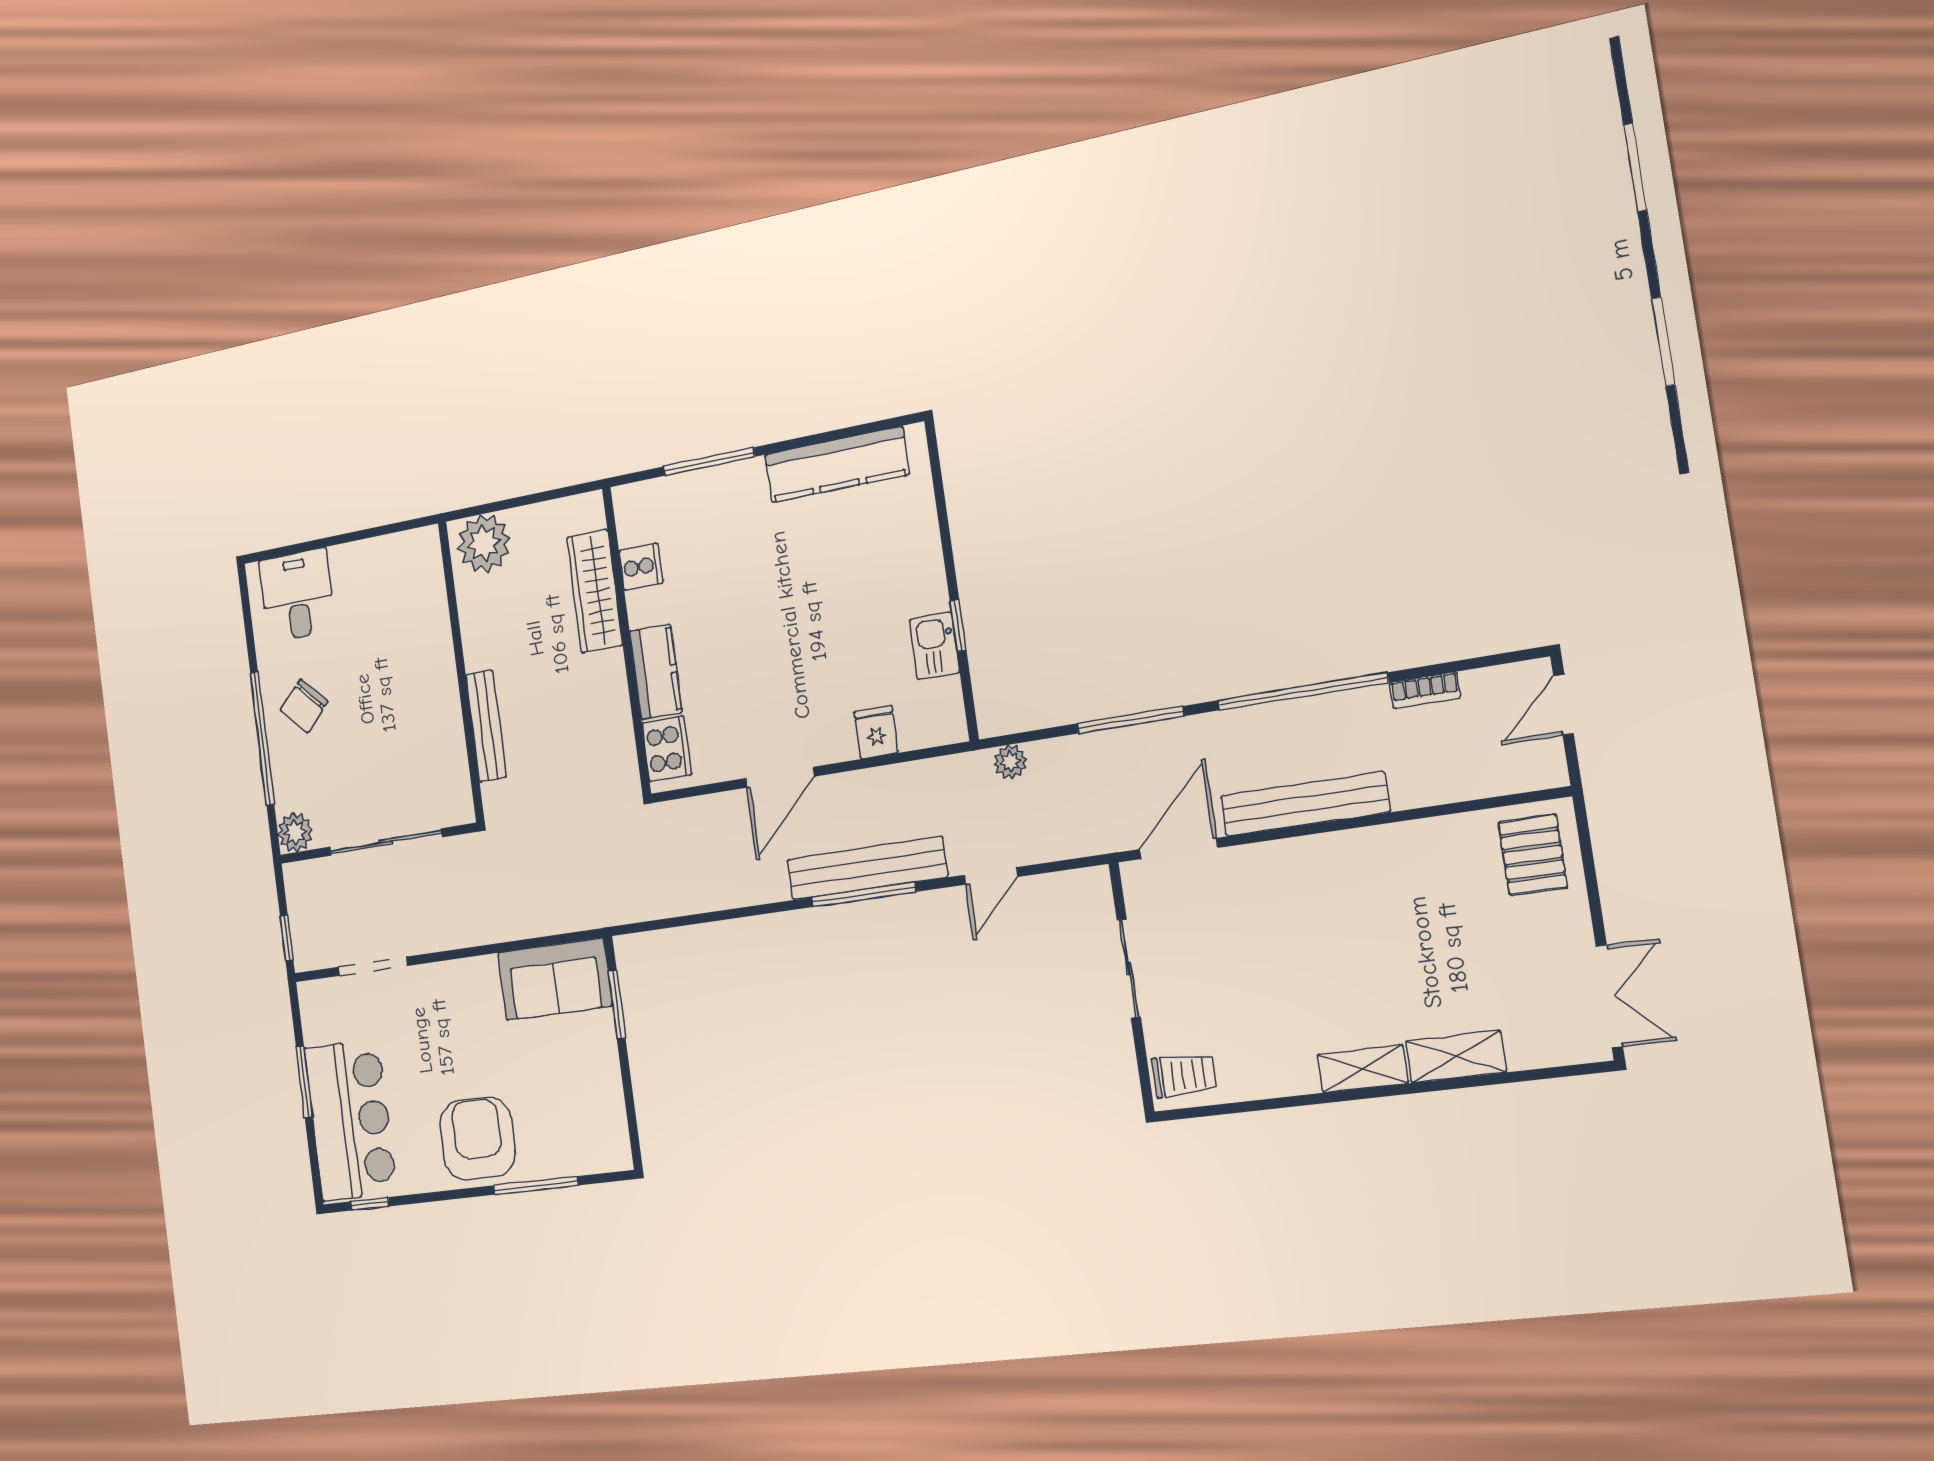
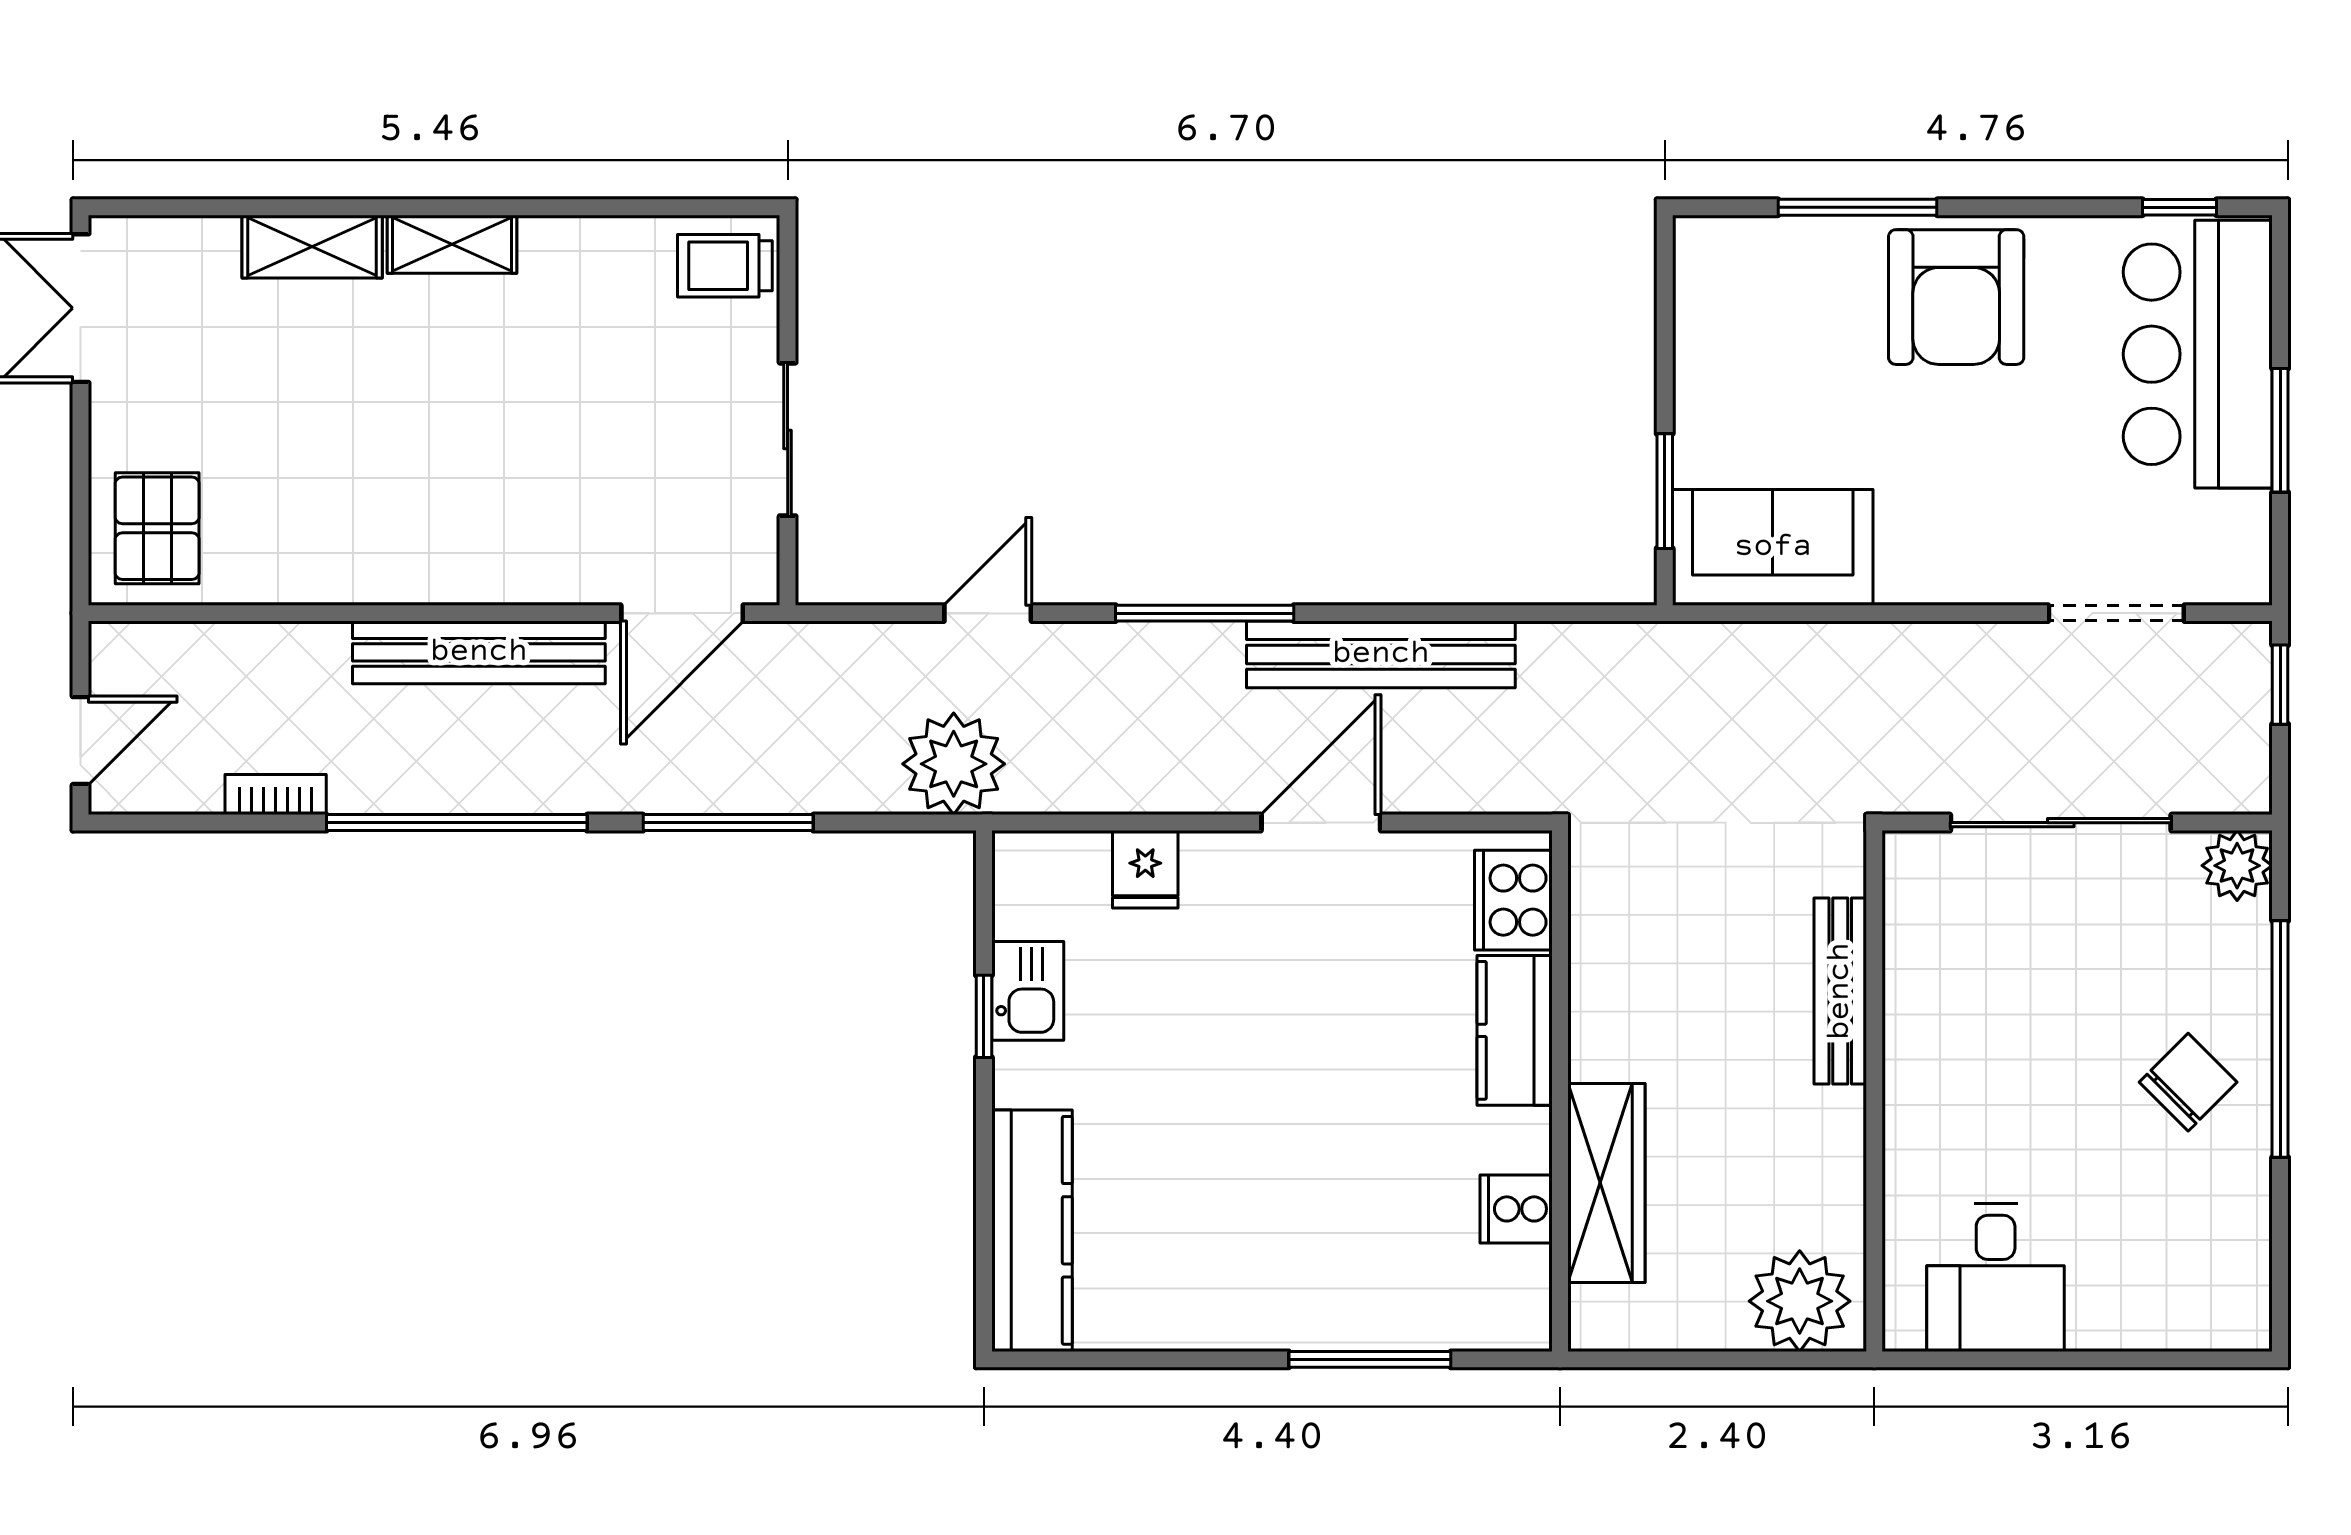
kitchen counter: (837, 464) -> (1032, 1230), moved, turned 90
desk: (297, 595) -> (1996, 1277), moved
plant: (1010, 762) -> (954, 764), width x1.88, depth x1.88
bench: (867, 868) -> (1381, 654), moved

